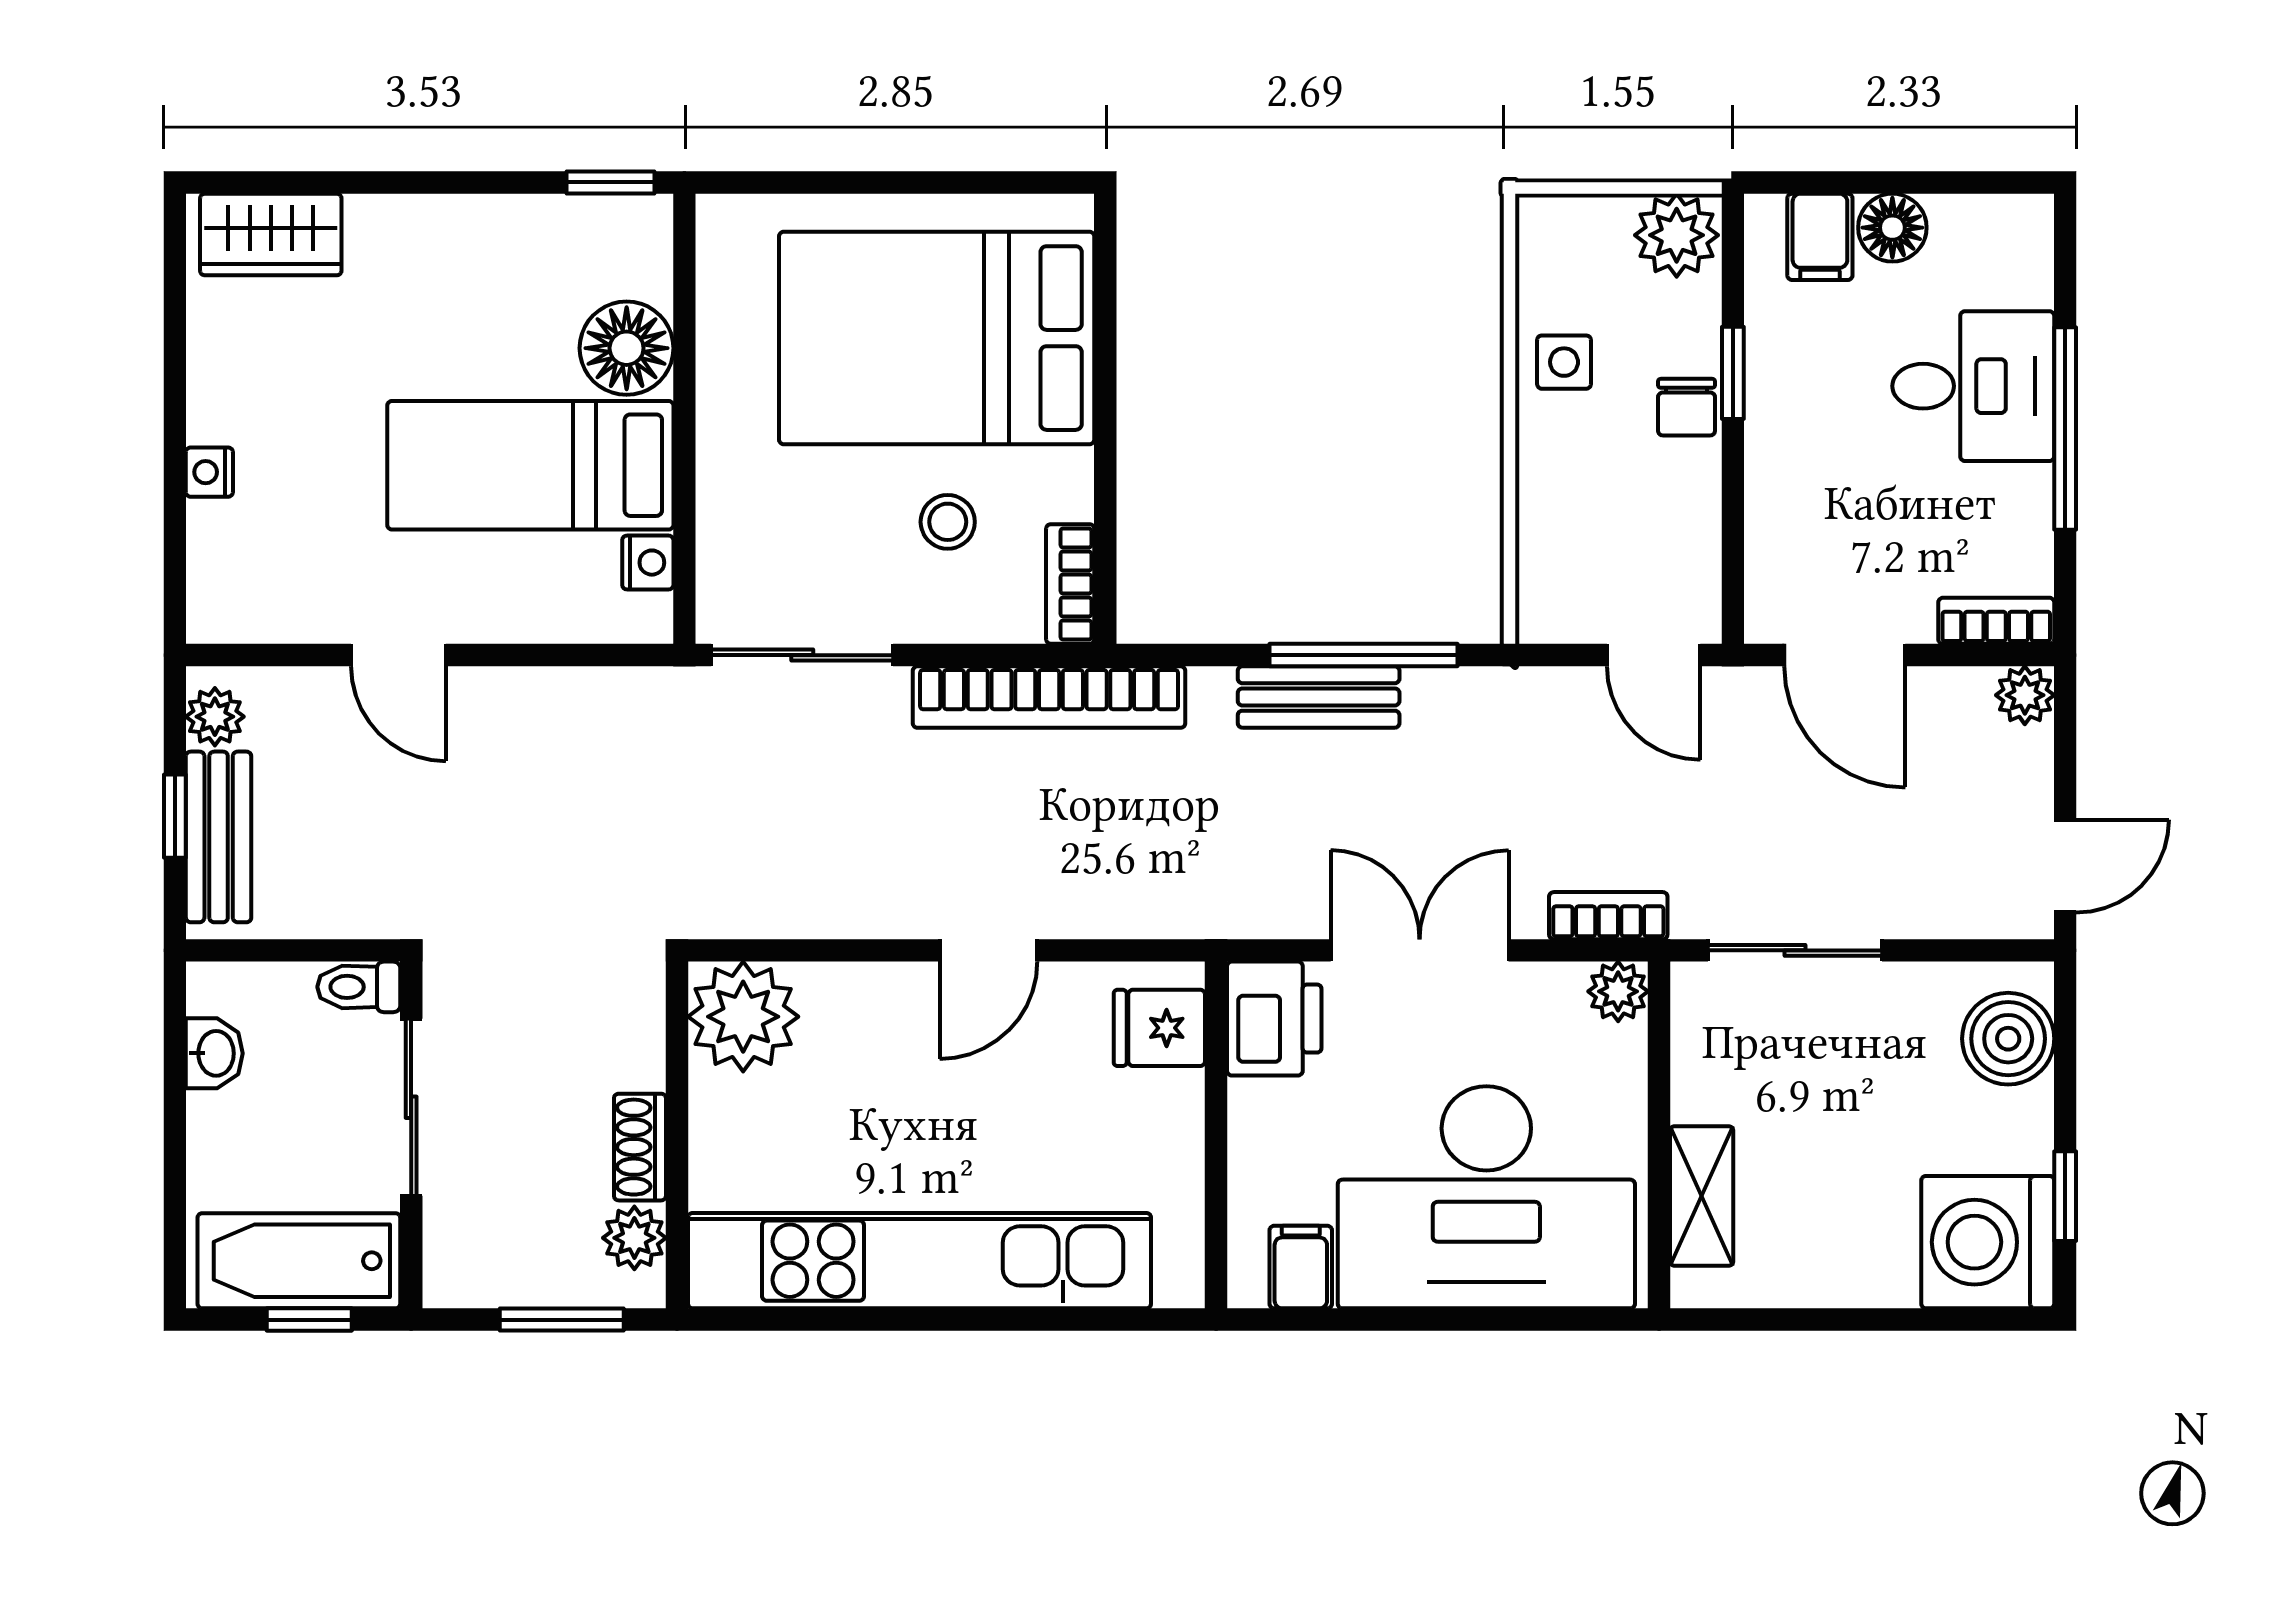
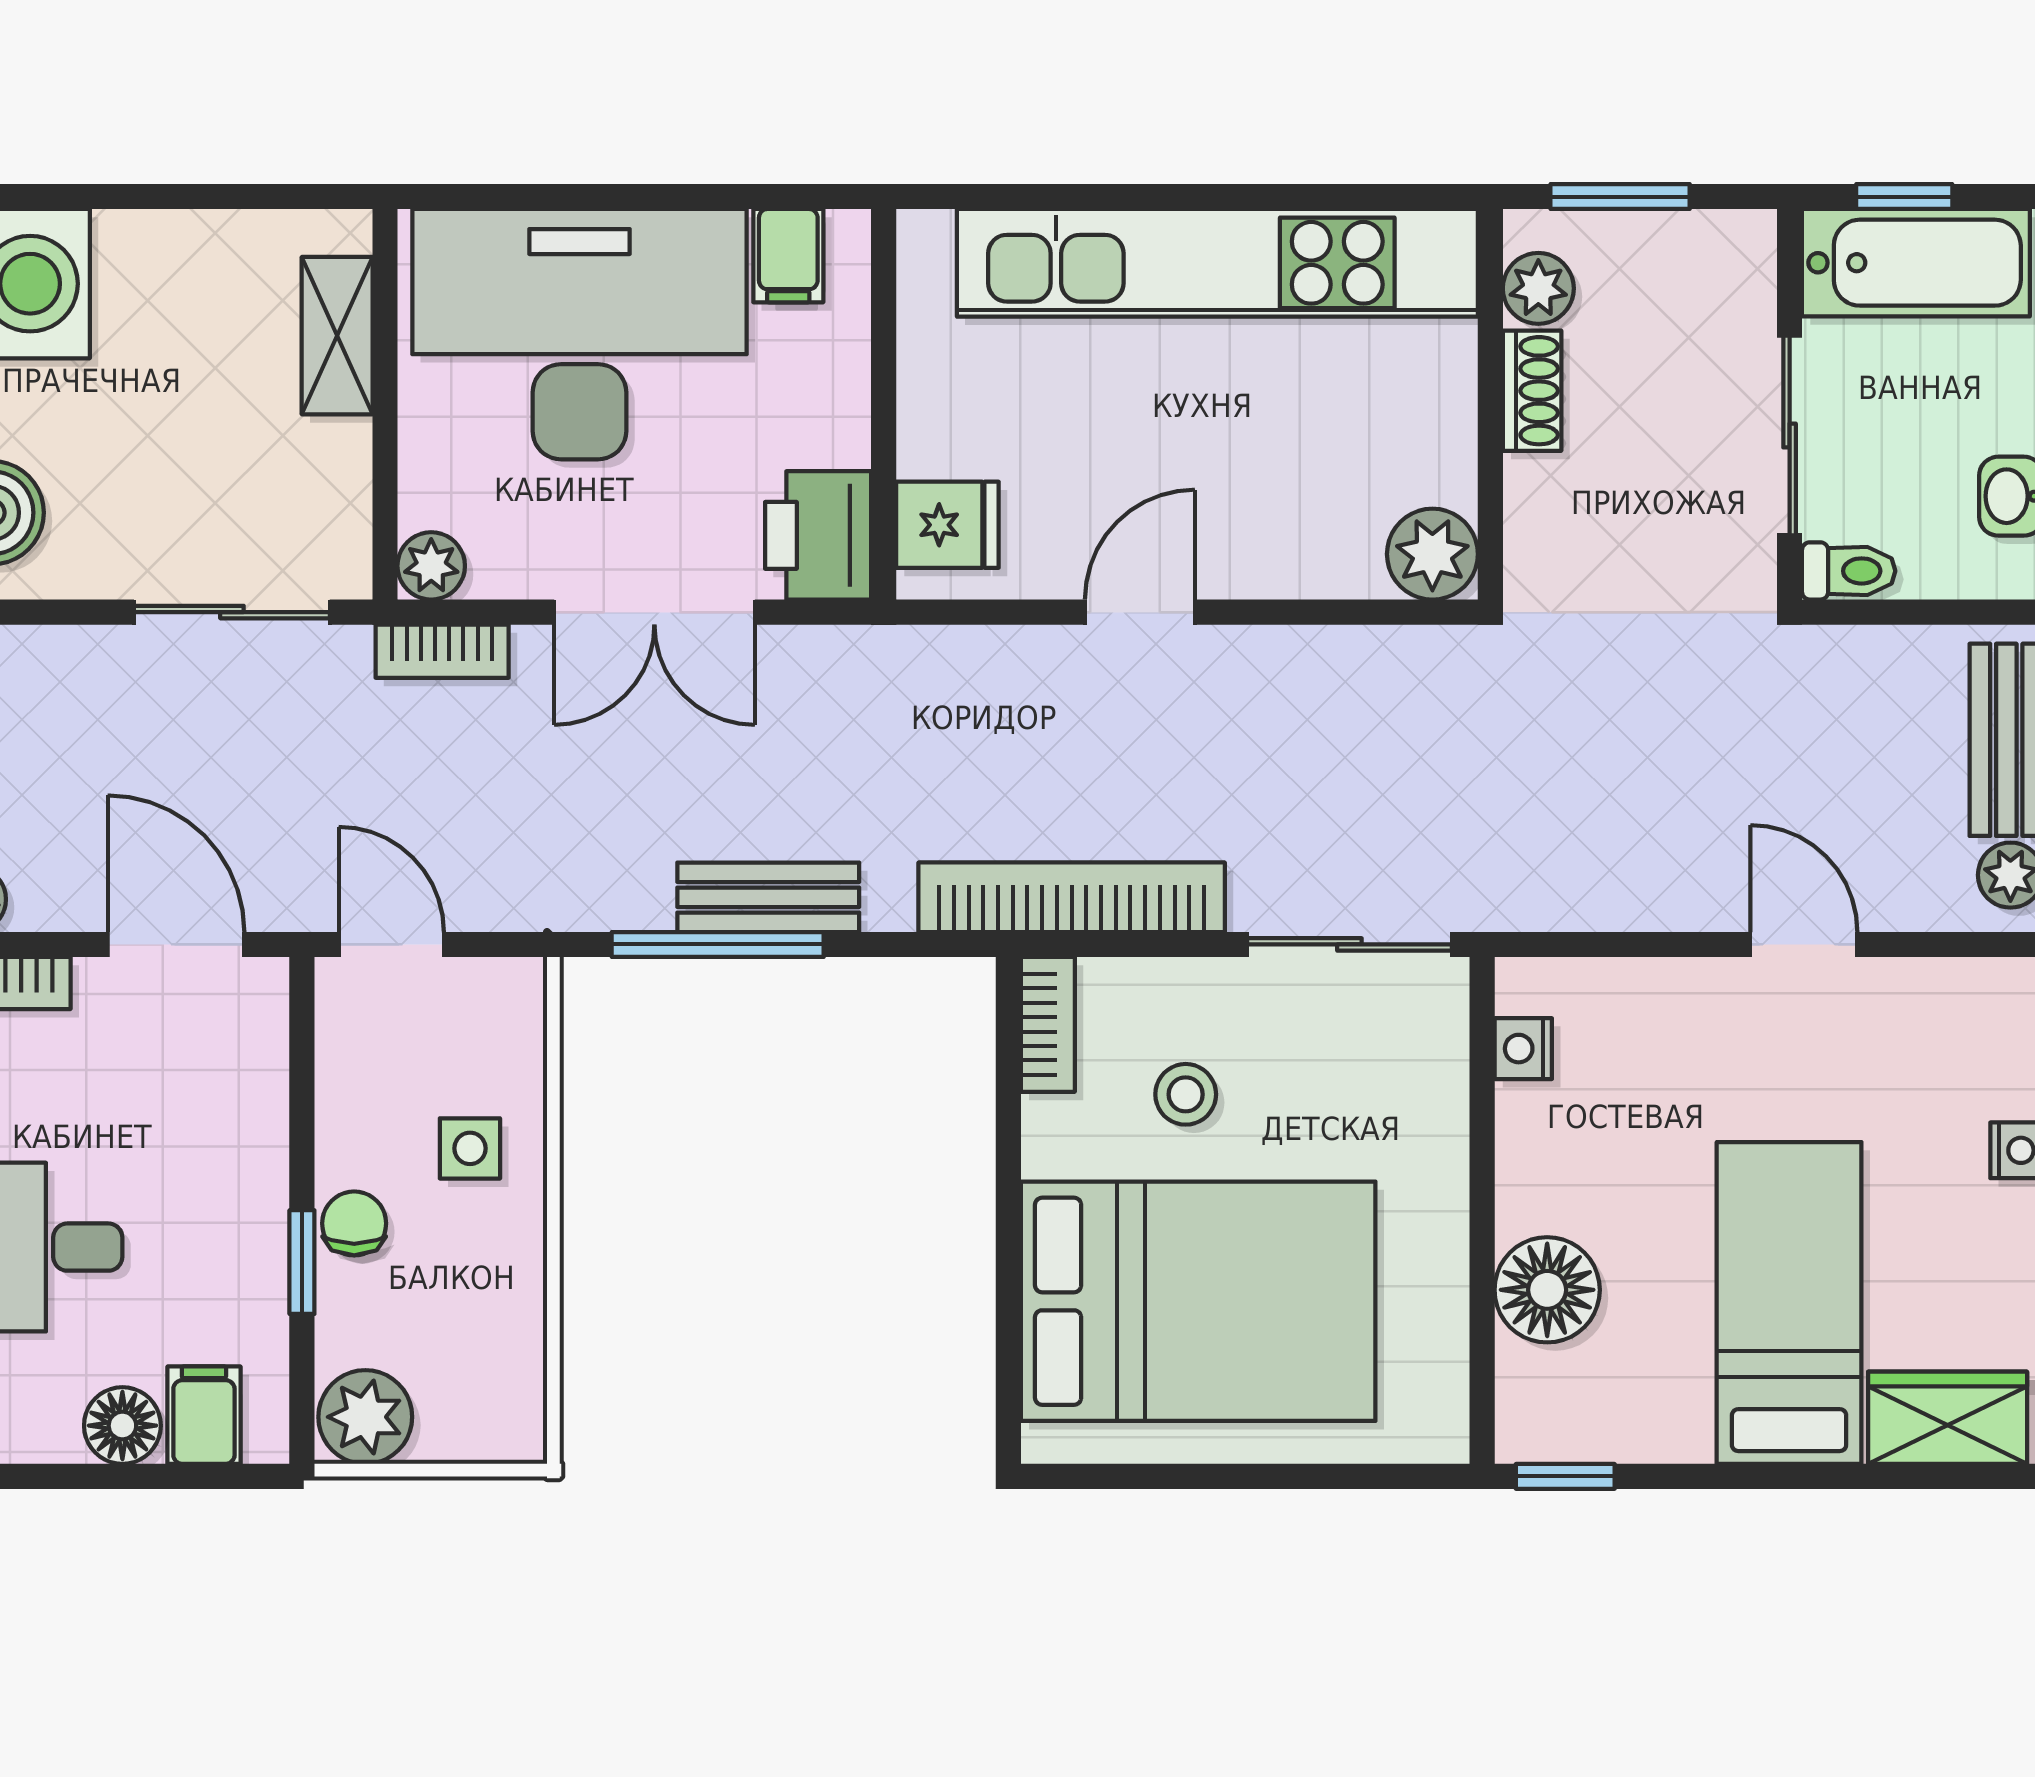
side table: (1564, 362) -> (470, 1148), moved
bed: (530, 465) -> (1789, 1303), moved, turned -90
plant: (743, 1017) -> (1432, 554), width x0.73, depth x0.73

